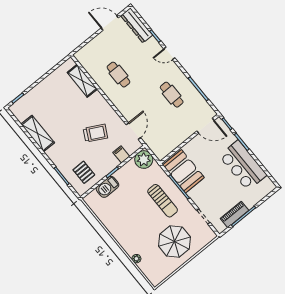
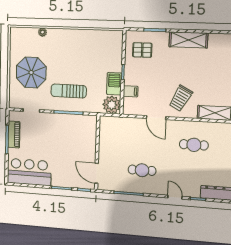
door: (169, 53) -> (175, 197), hinge flipped
door: (205, 126) -> (96, 173), hinge flipped
door: (133, 131) -> (156, 118), moved
shelving: (38, 133) -> (188, 40), moved
trolley: (95, 133) -> (181, 98), moved
bar counter: (243, 165) -> (29, 172), moved
booth: (183, 171) -> (77, 126), removed
barbecue: (108, 187) -> (114, 84), moved

